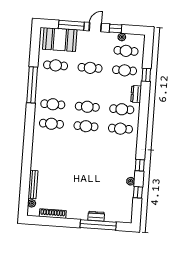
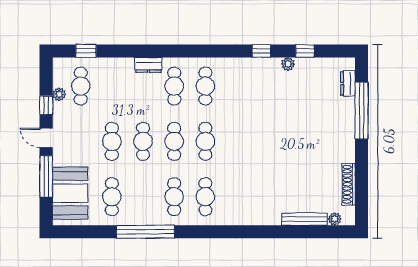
cafe table: (125, 70) -> (143, 141), moved
window: (146, 75) -> (86, 51), moved
dresser: (96, 216) -> (348, 83), moved

